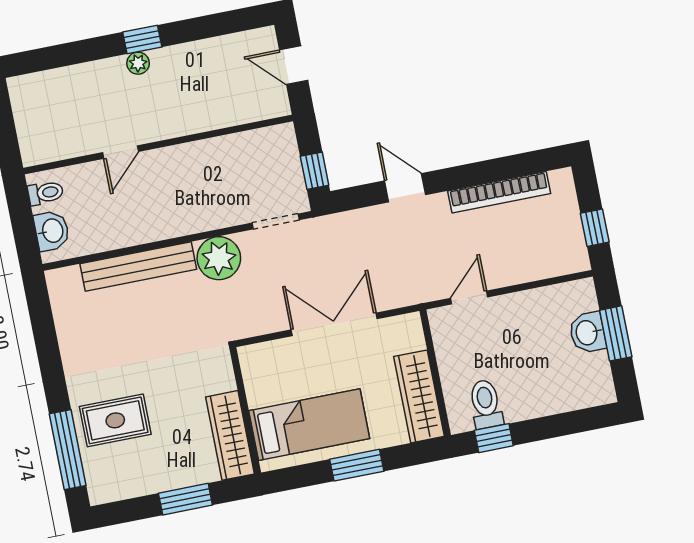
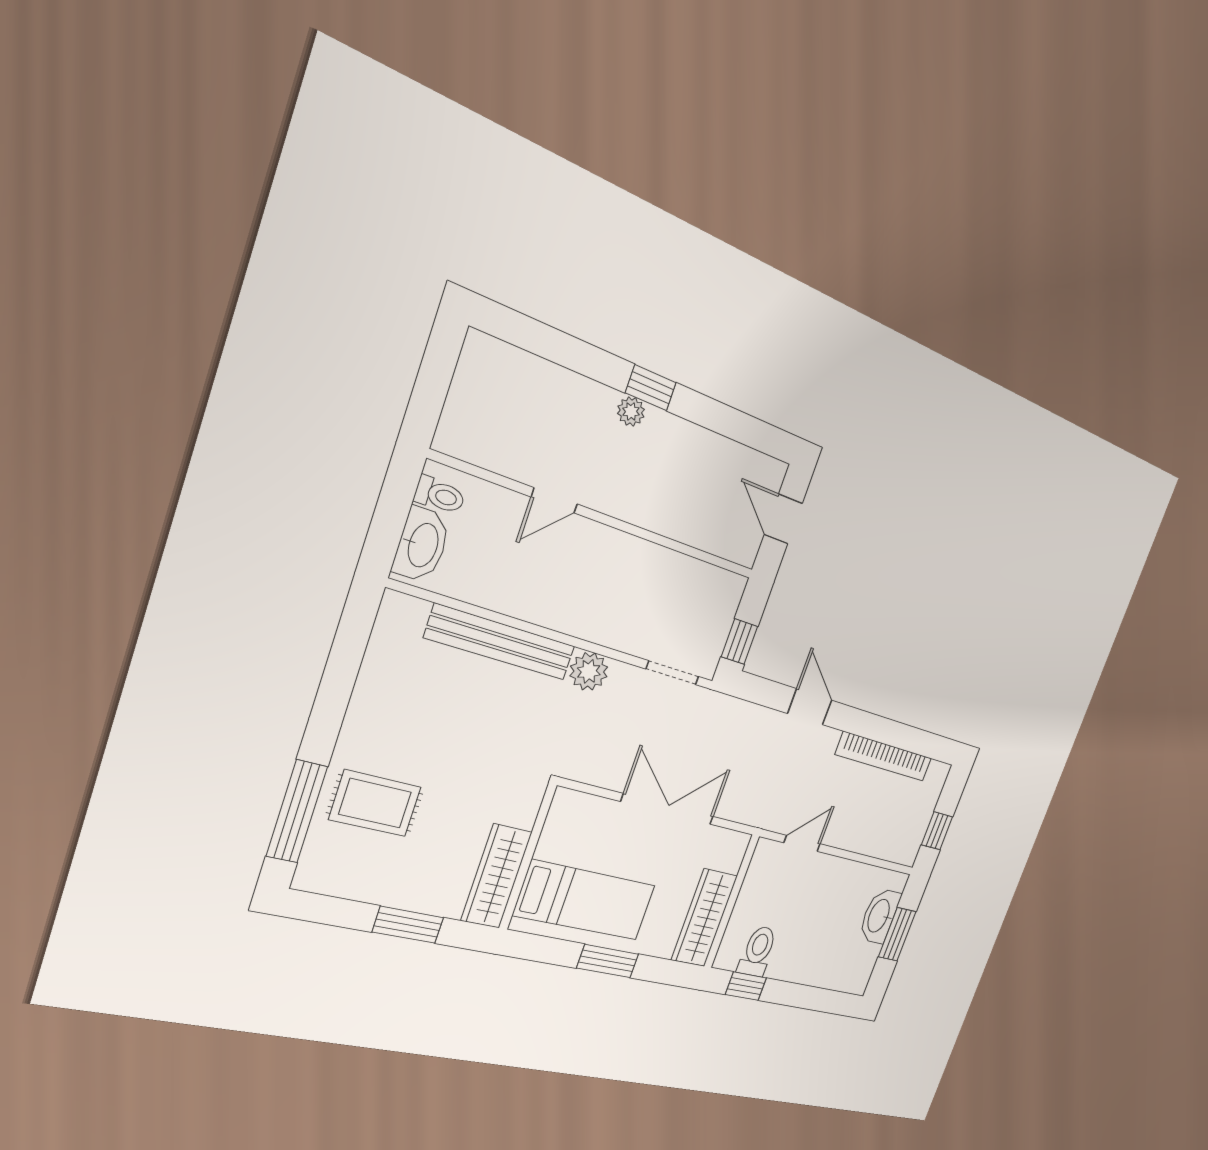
washbasin: (52, 231) -> (422, 545), width x1.38
plant: (219, 258) -> (589, 671), width x0.73, depth x0.73
washbasin: (588, 333) -> (879, 916), width x1.38

